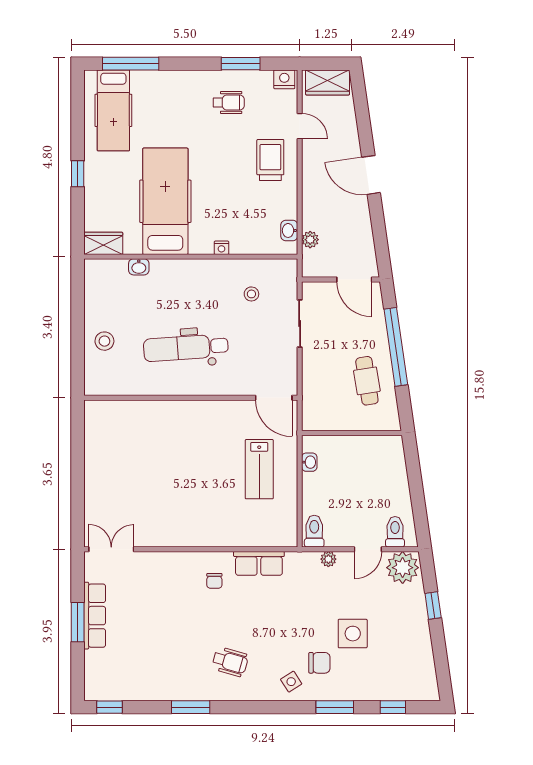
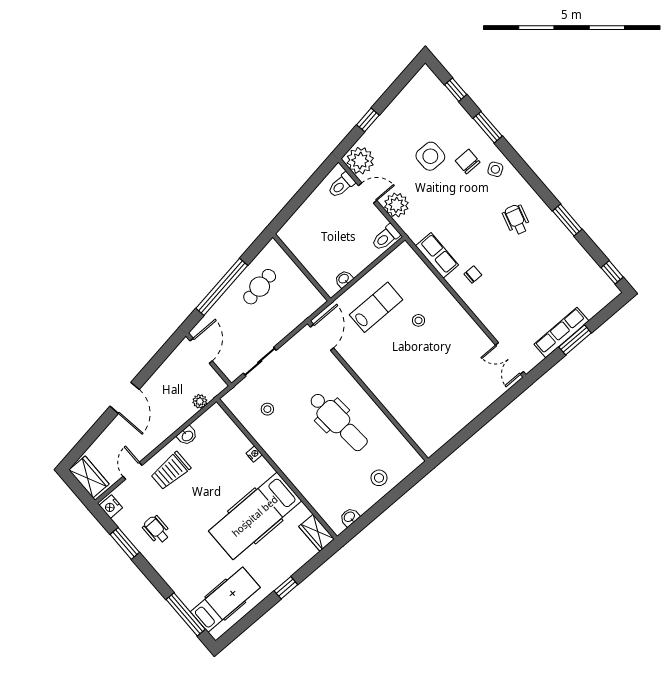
washbasin: (289, 230) -> (187, 436), moved
washbasin: (139, 267) -> (350, 517), moved, turned -90
stool: (215, 497) -> (418, 320), added
plant: (328, 559) -> (396, 205), width x1.87, depth x1.87

